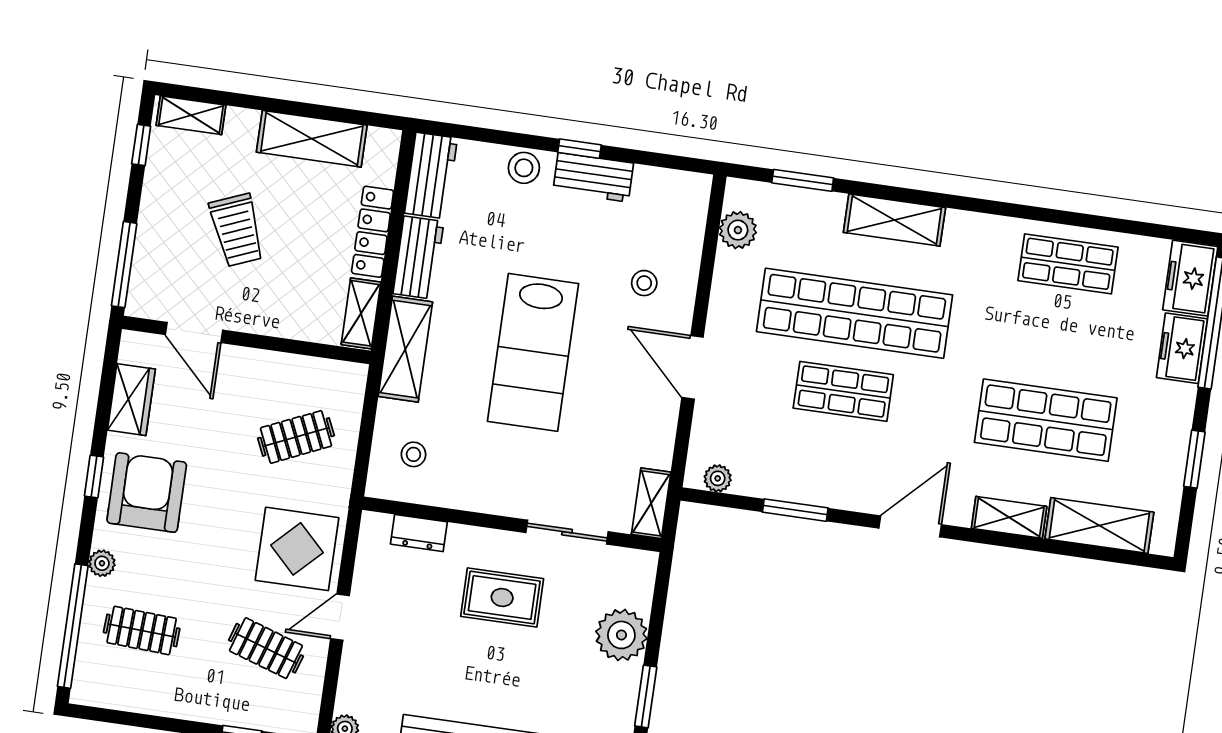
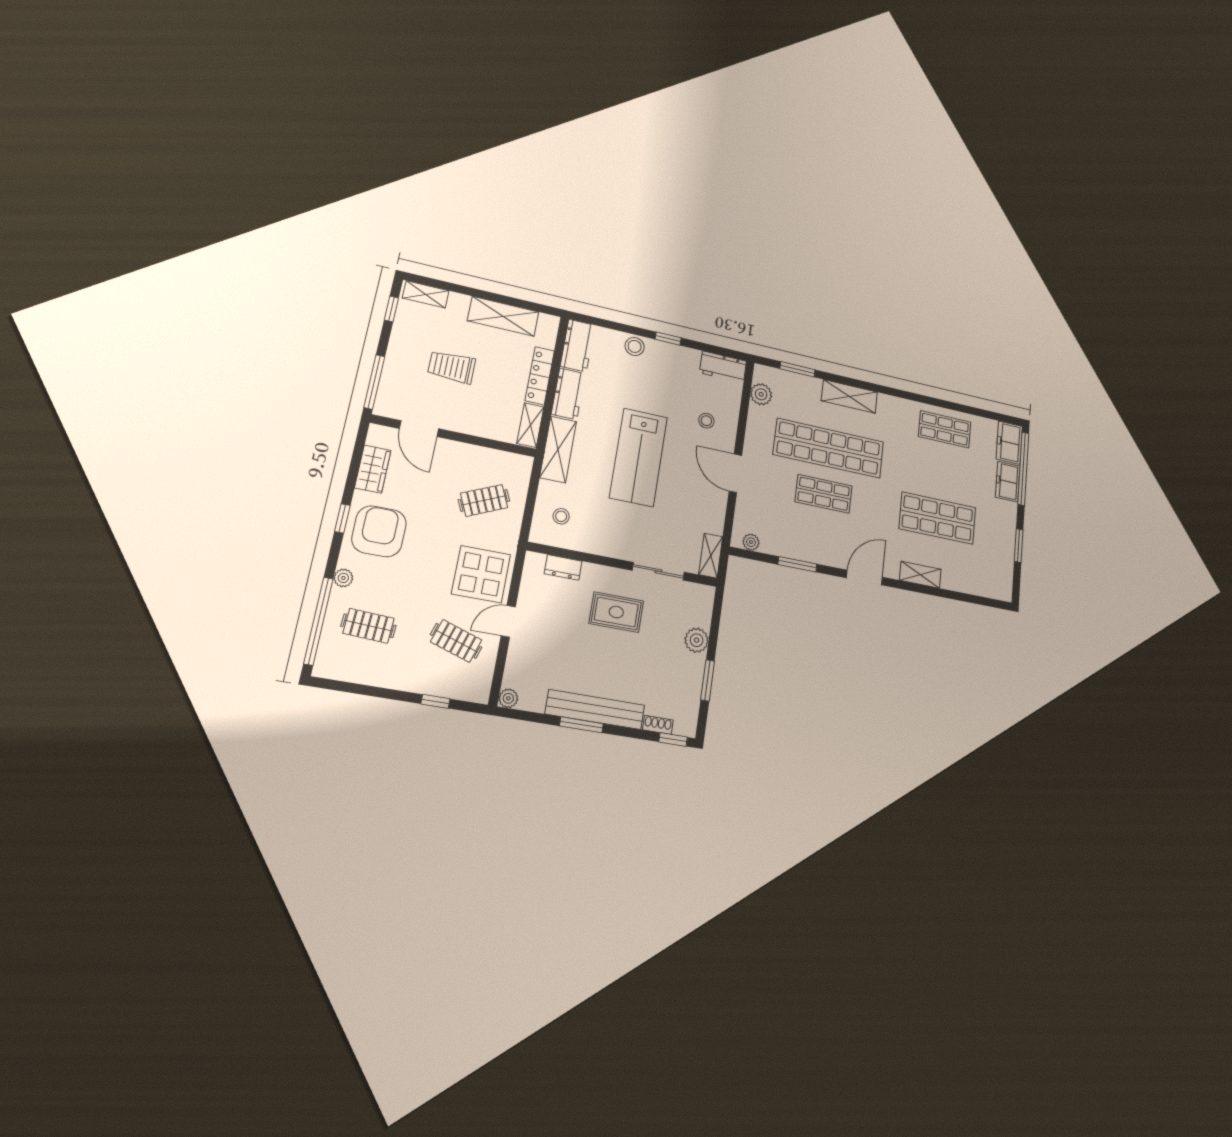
workbench: (593, 177) -> (723, 367), moved
trolley: (237, 230) -> (452, 367), turned 112
shelving: (1099, 526) -> (970, 582), removed
plant: (621, 635) -> (697, 640), width x0.73, depth x0.73

